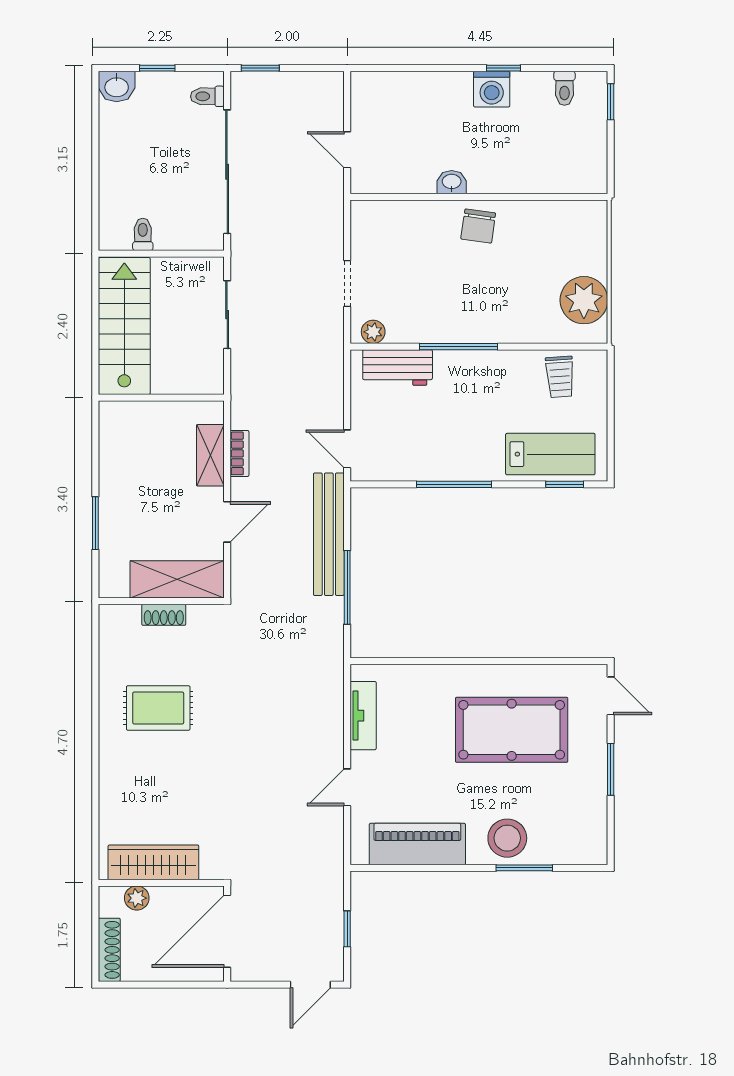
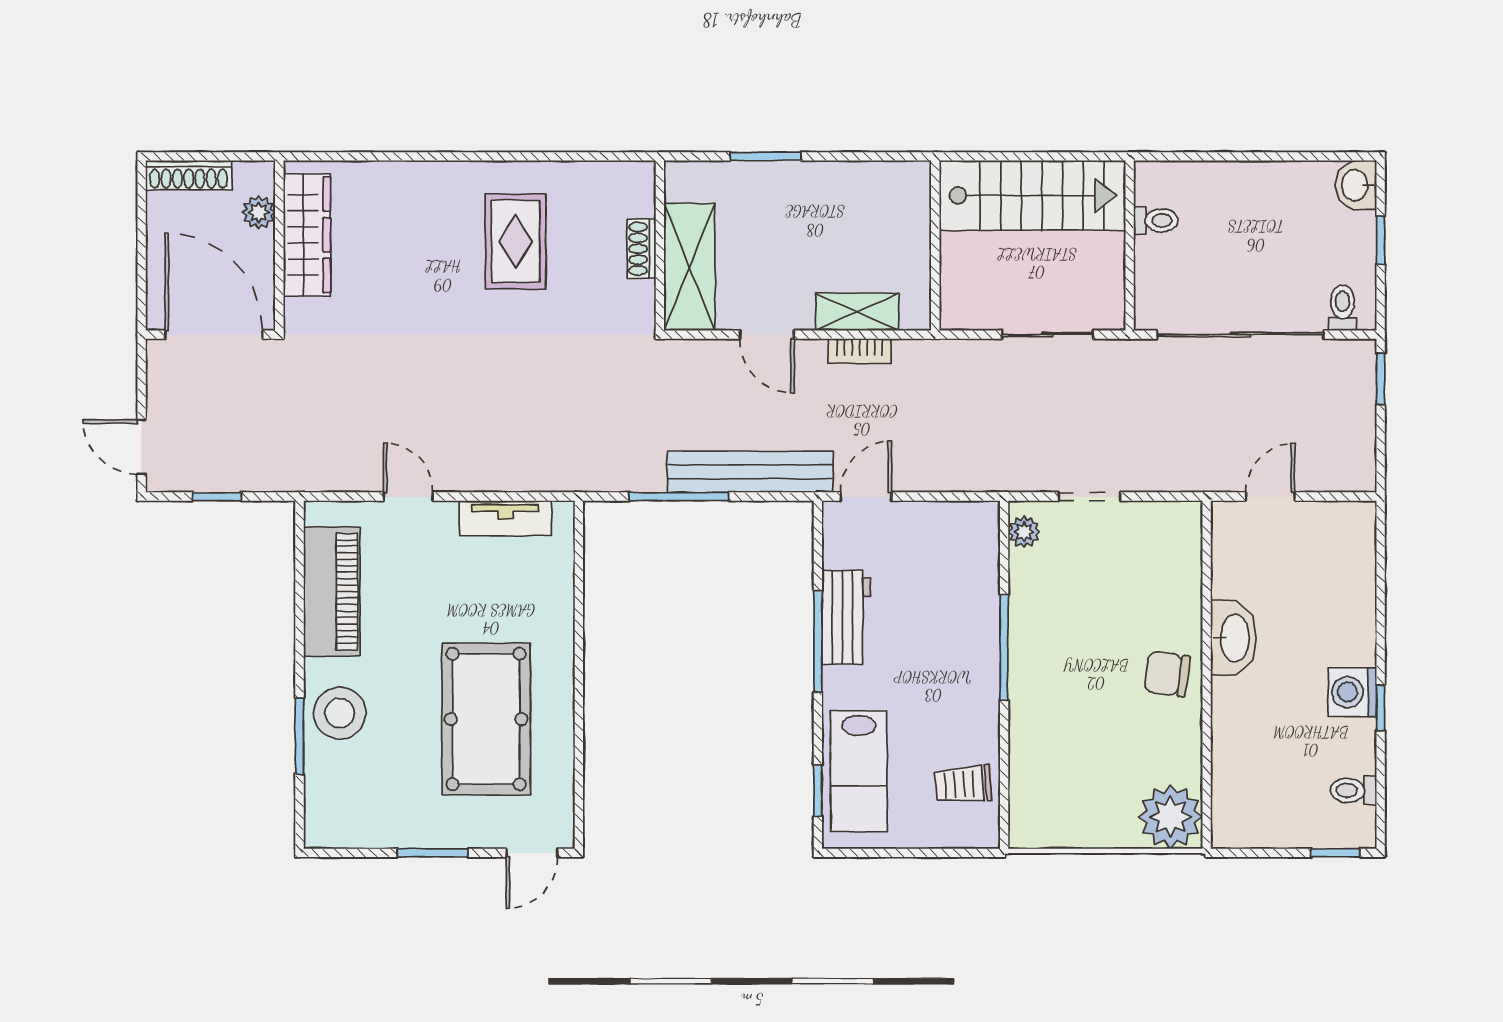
washbasin: (452, 182) -> (1234, 638), width x1.91, depth x1.45
plant: (584, 300) -> (1170, 817), moved
workbench: (398, 368) -> (846, 617), moved, turned 180

